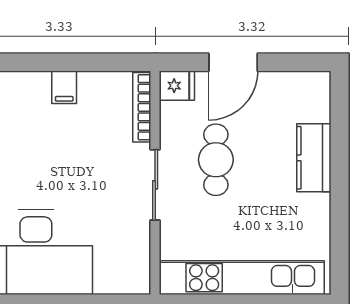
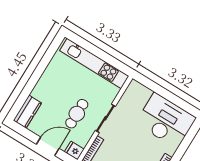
kitchen counter: (314, 158) -> (27, 112), moved

